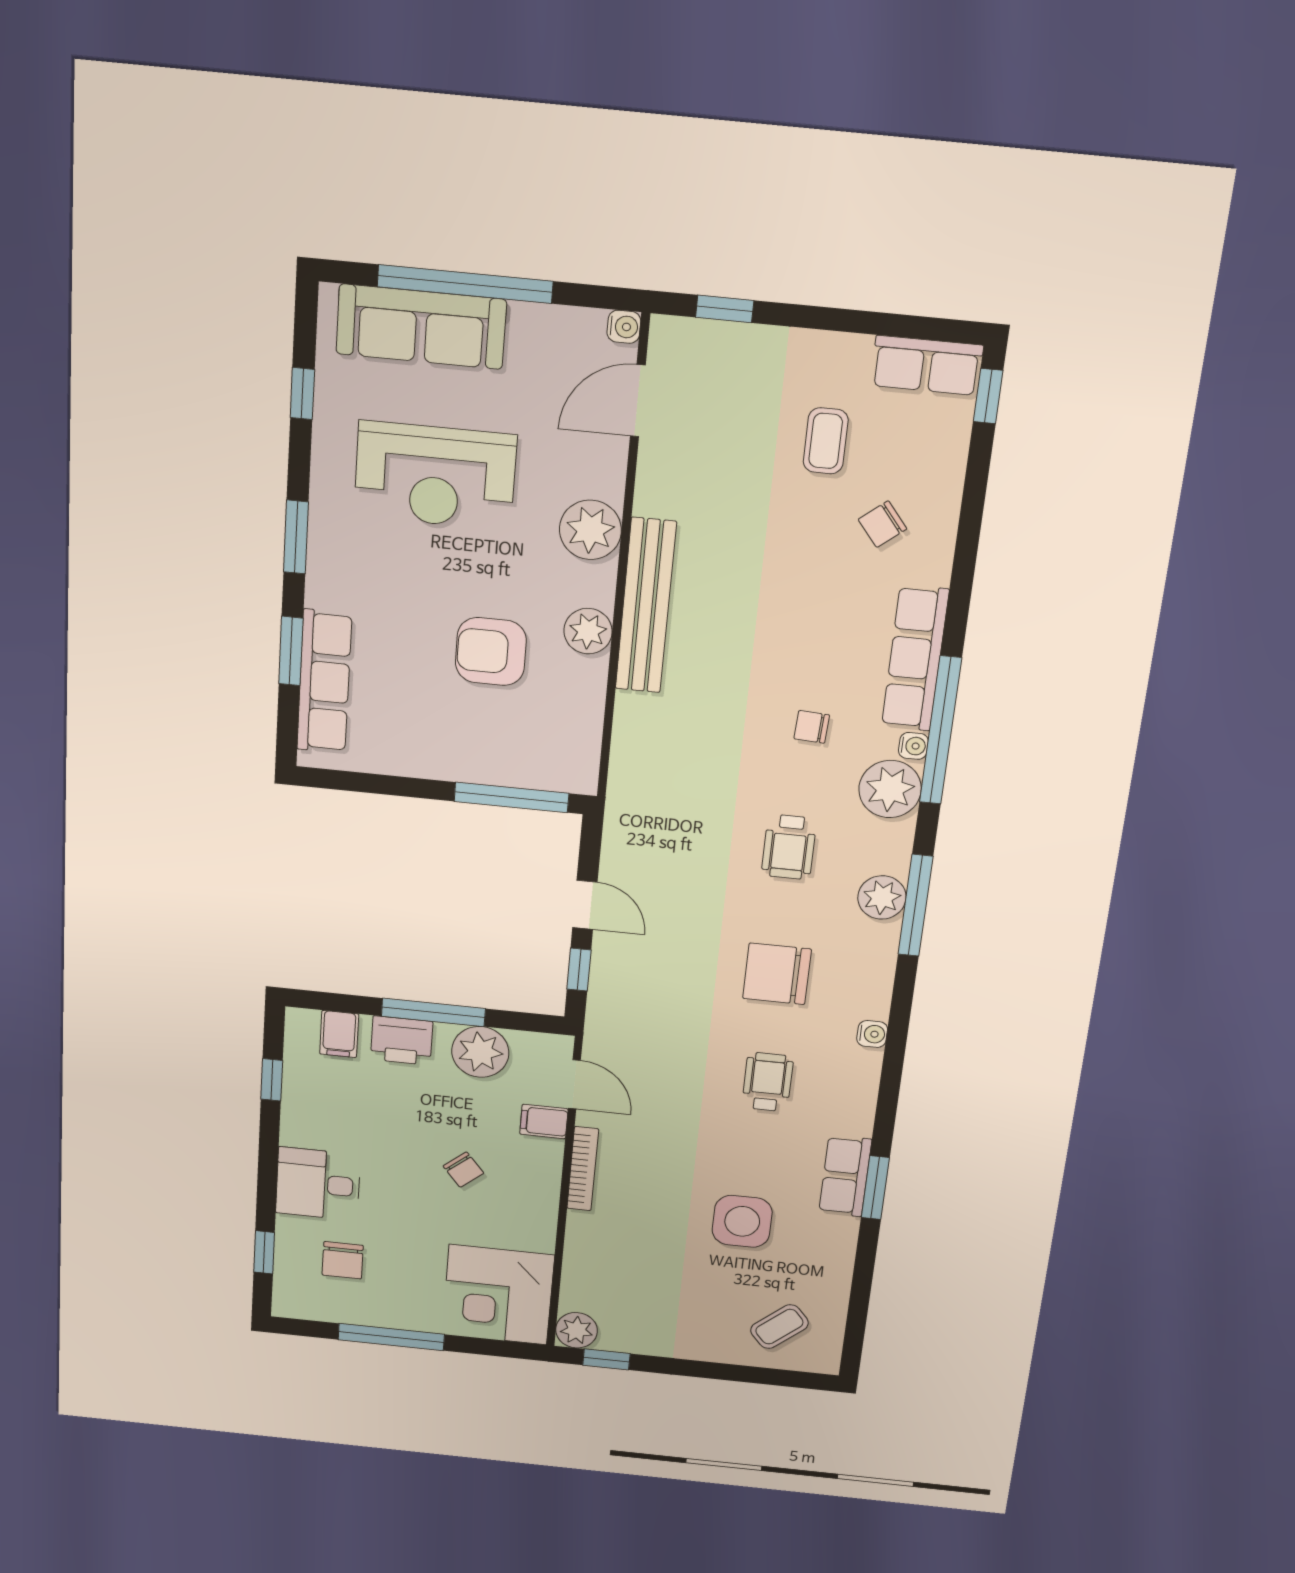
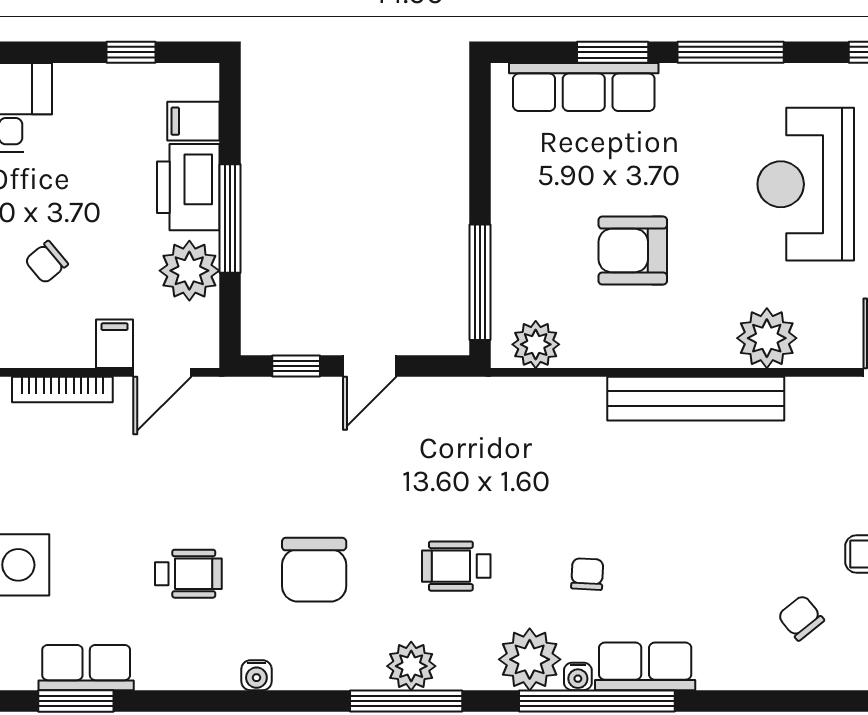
window: (296, 537) -> (731, 52), width x1.44
plant: (588, 631) -> (536, 344), moved
armchair: (491, 652) -> (633, 251), turned -90
row of seats: (915, 658) -> (645, 666), width x0.68
chair: (777, 974) -> (314, 570), turned 180
printer: (402, 1040) -> (188, 187), width x1.37, depth x1.19

